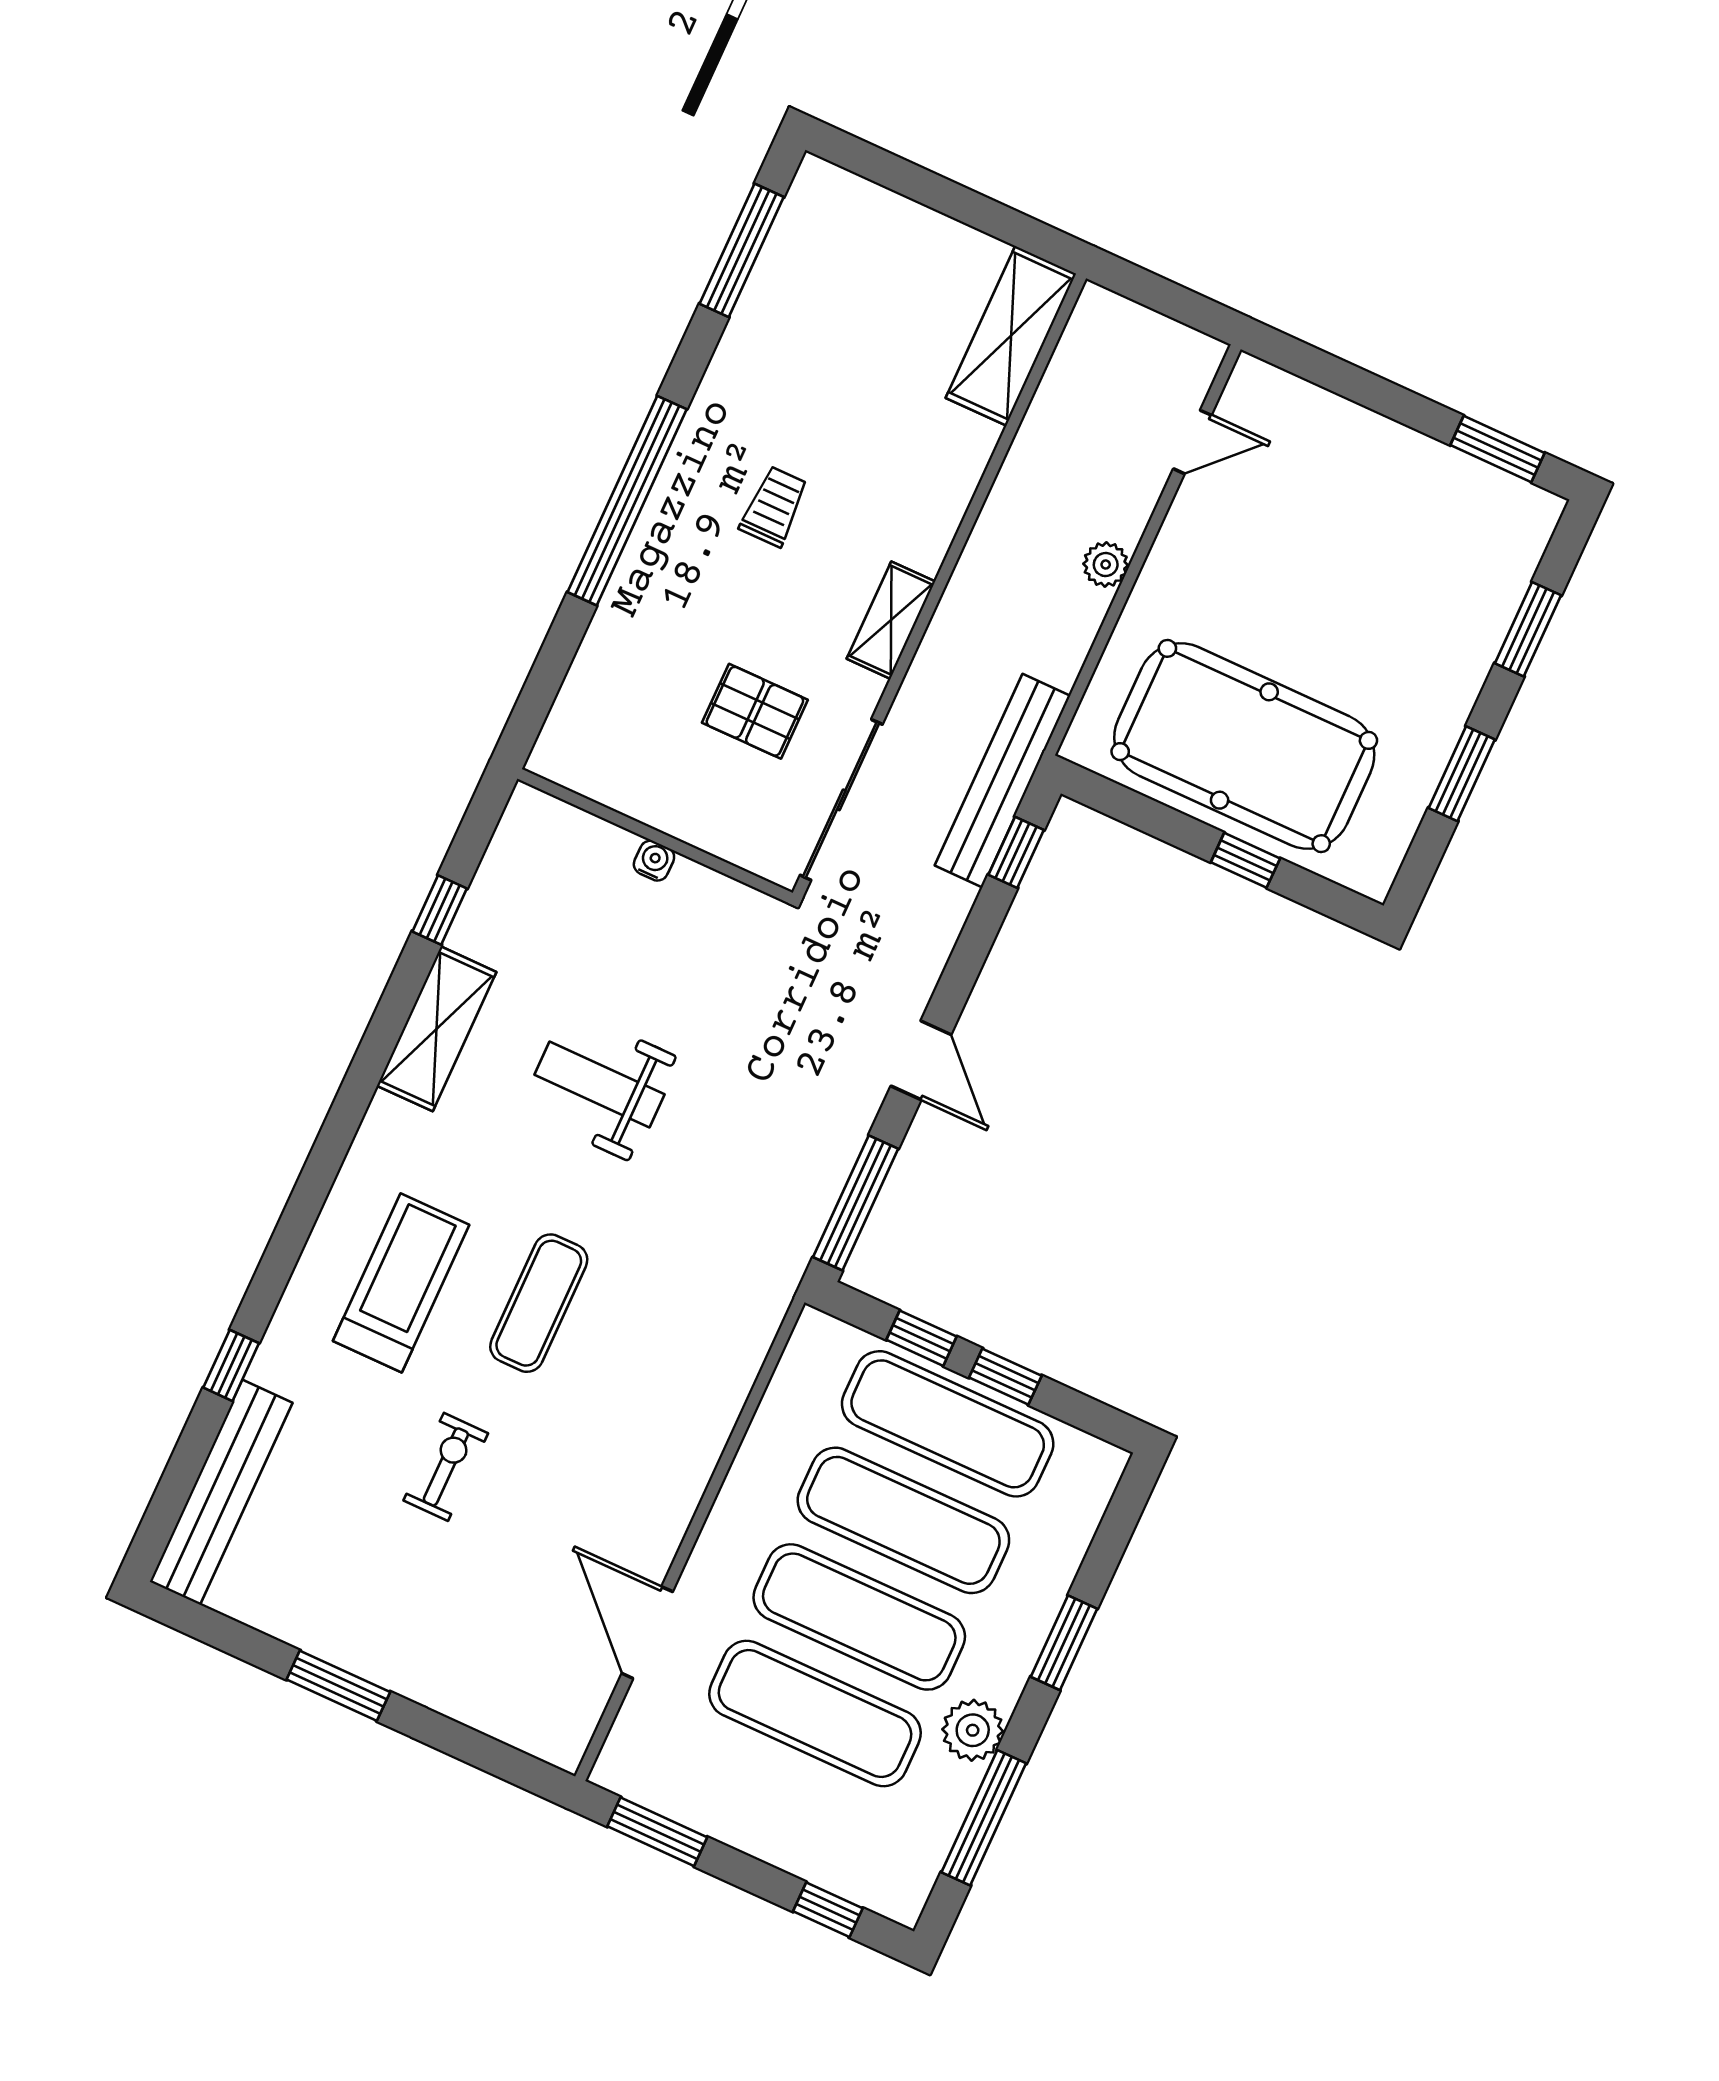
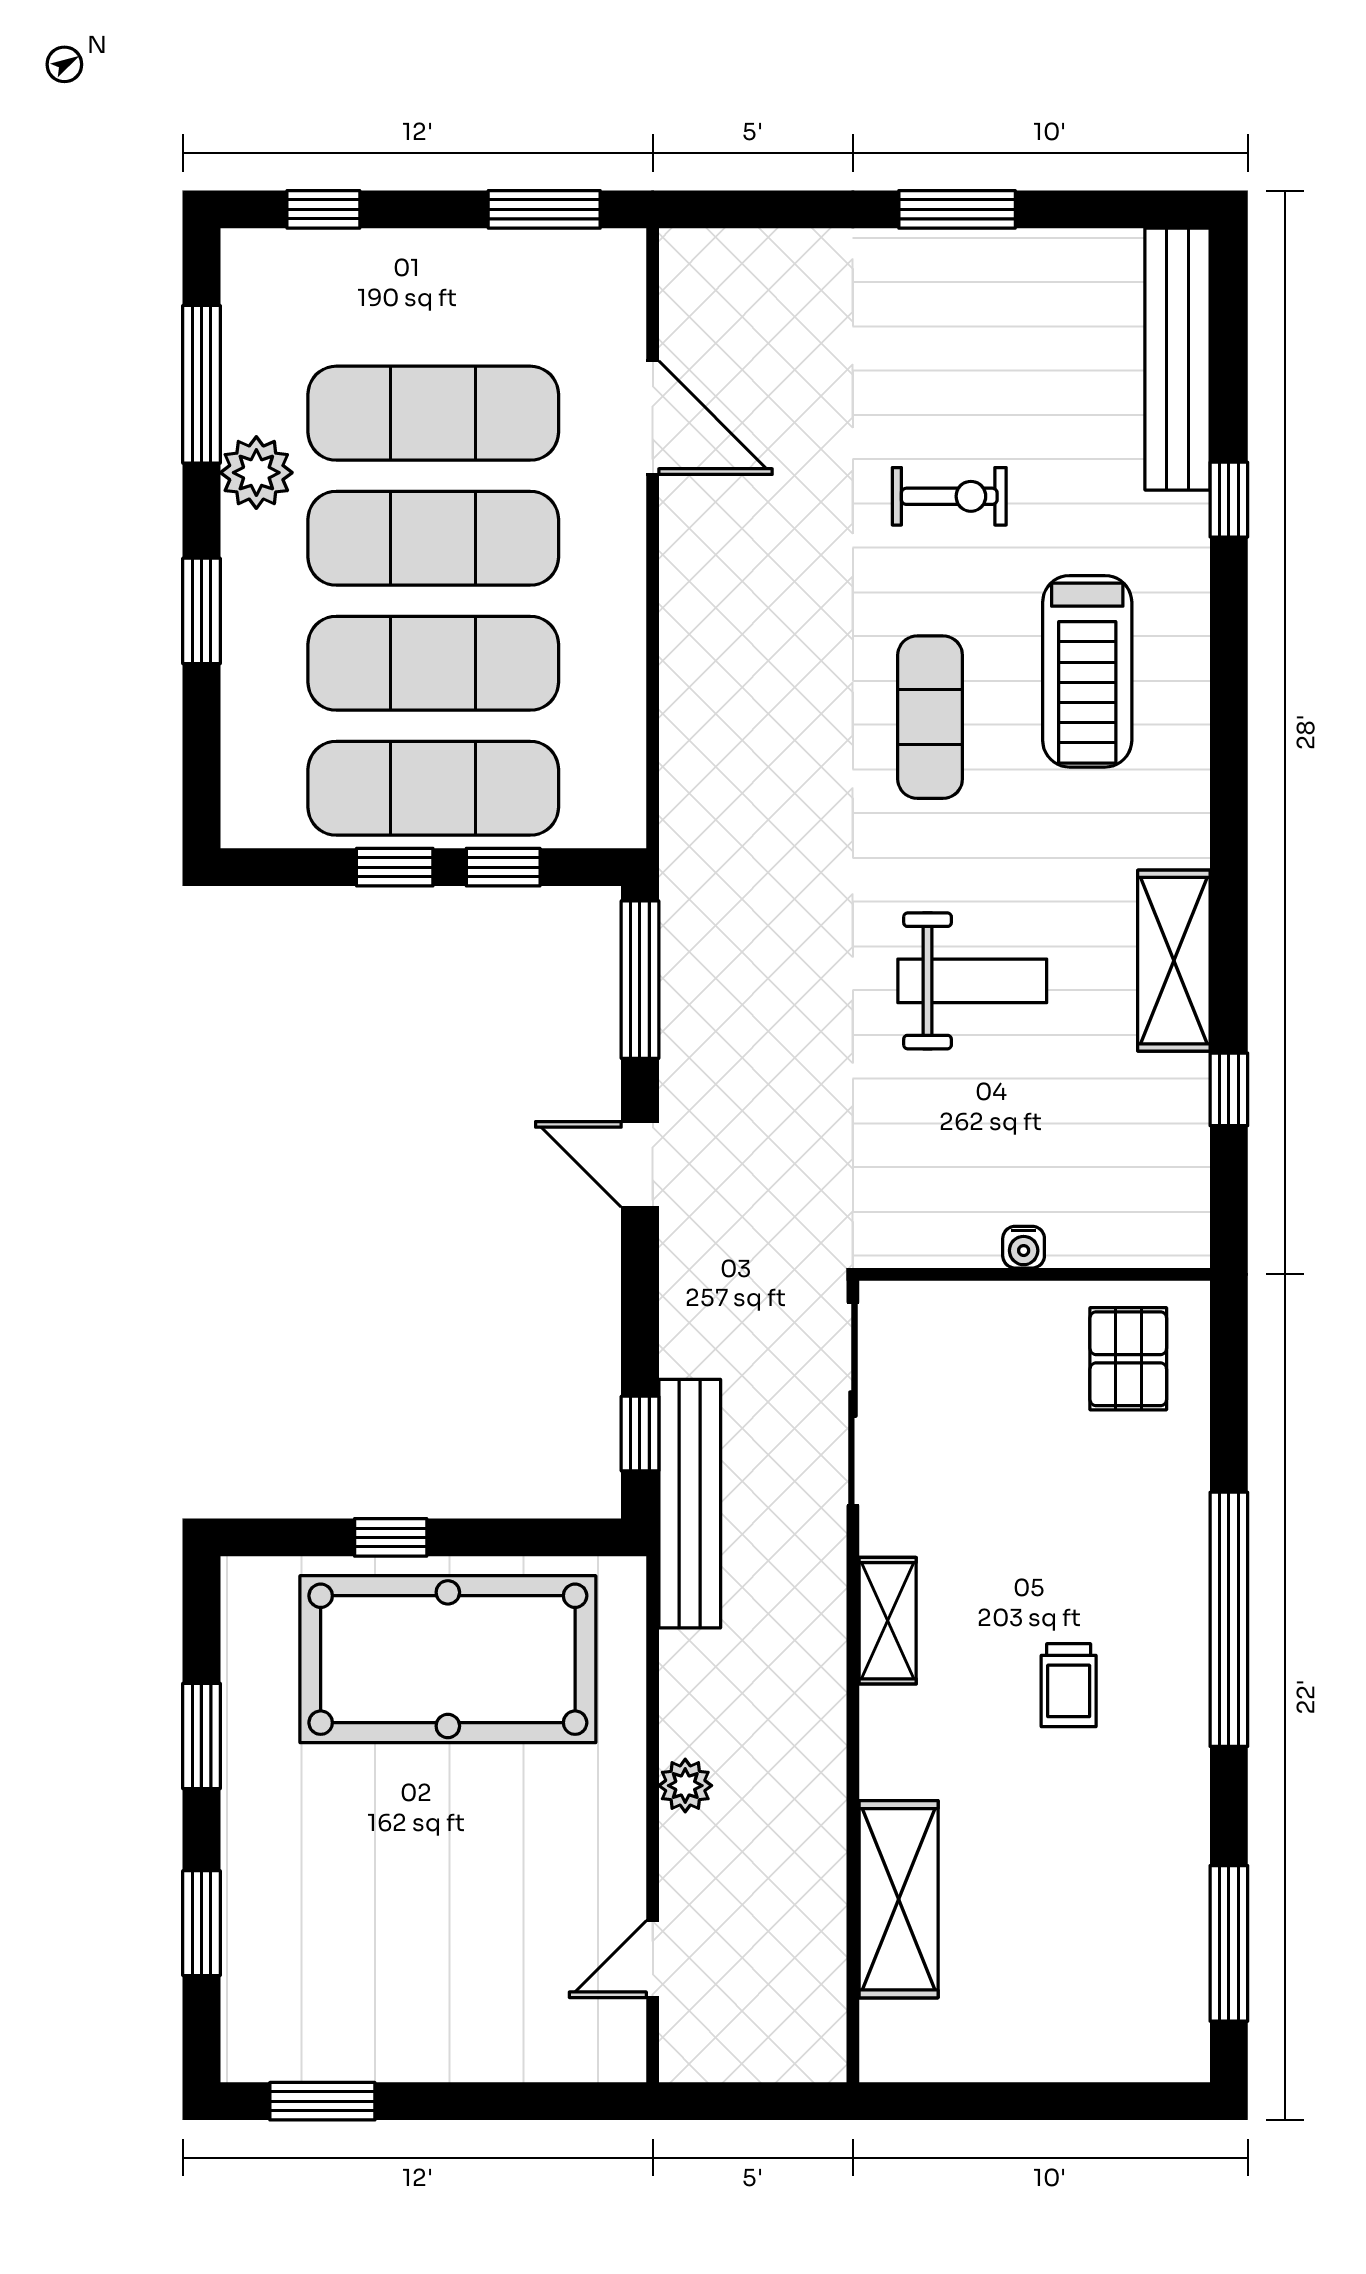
shelving: (1011, 336) -> (899, 1899), moved
pallet: (755, 711) -> (1128, 1359), moved, turned 90
exercise bike: (446, 1467) -> (949, 496), turned -90

